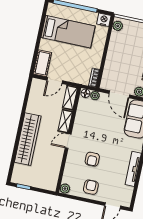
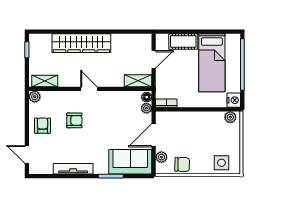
cot: (42, 63) -> (183, 42), moved
door: (55, 81) -> (154, 59), swing flipped
shelving: (65, 121) -> (45, 81), moved
armchair: (92, 159) -> (74, 120), turned 180
armchair: (91, 187) -> (43, 126), turned -90

